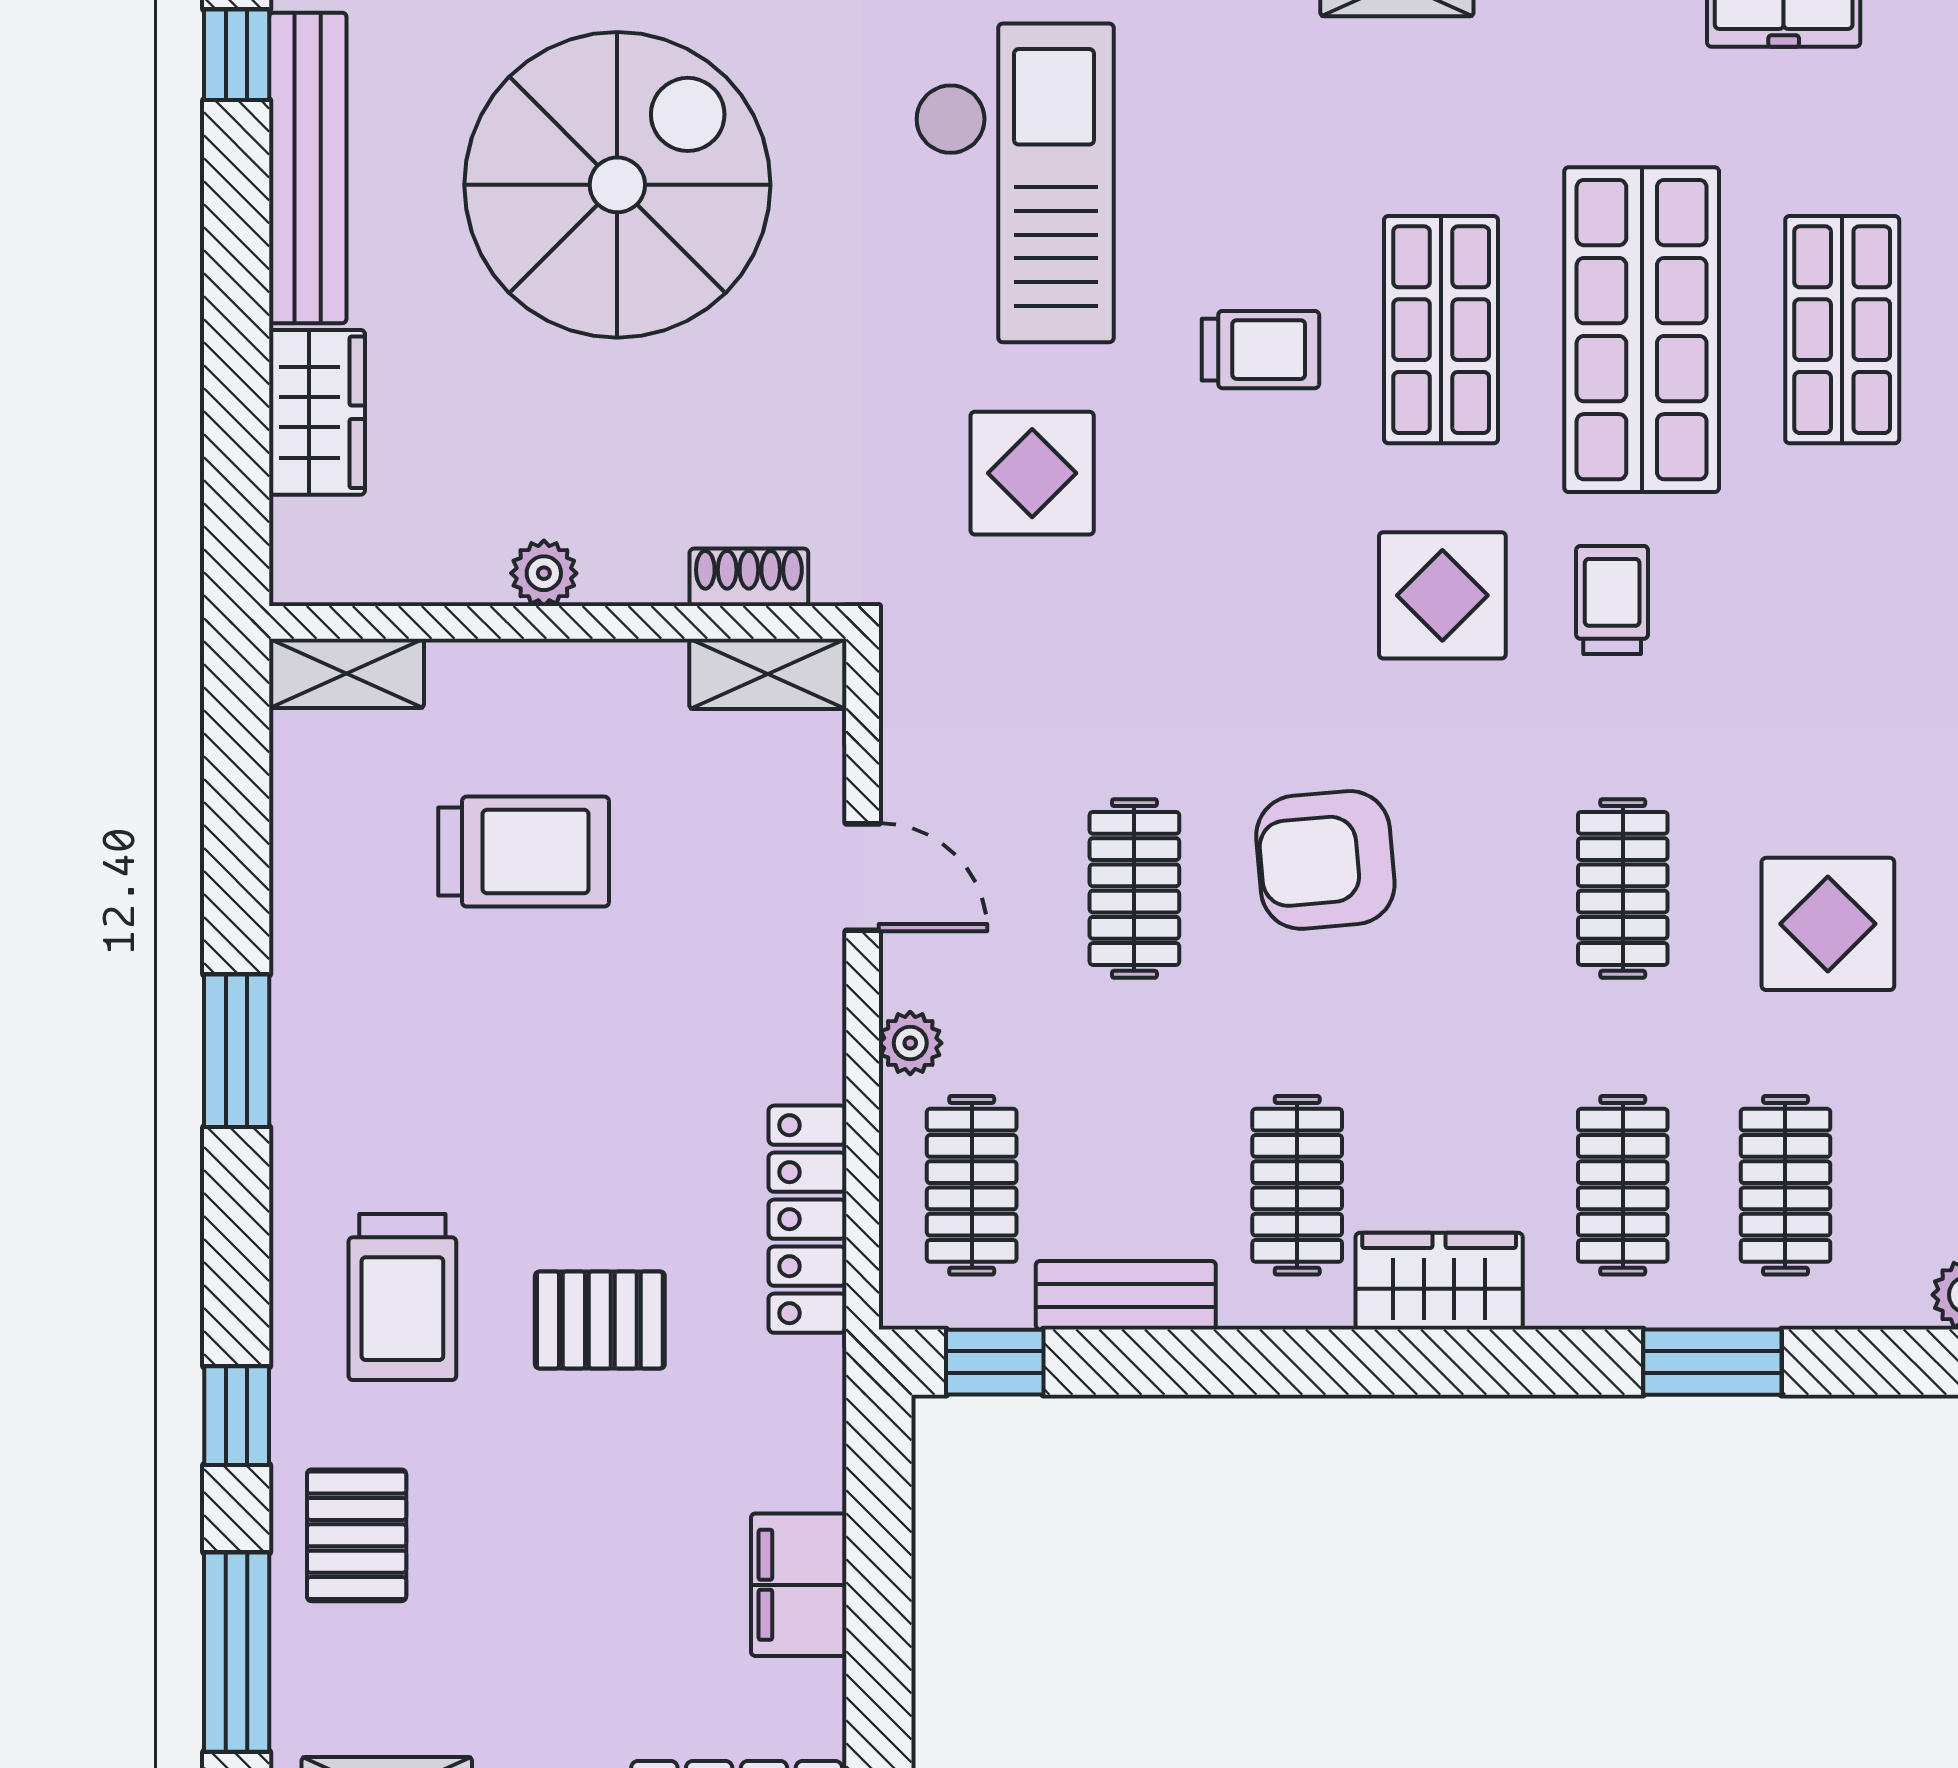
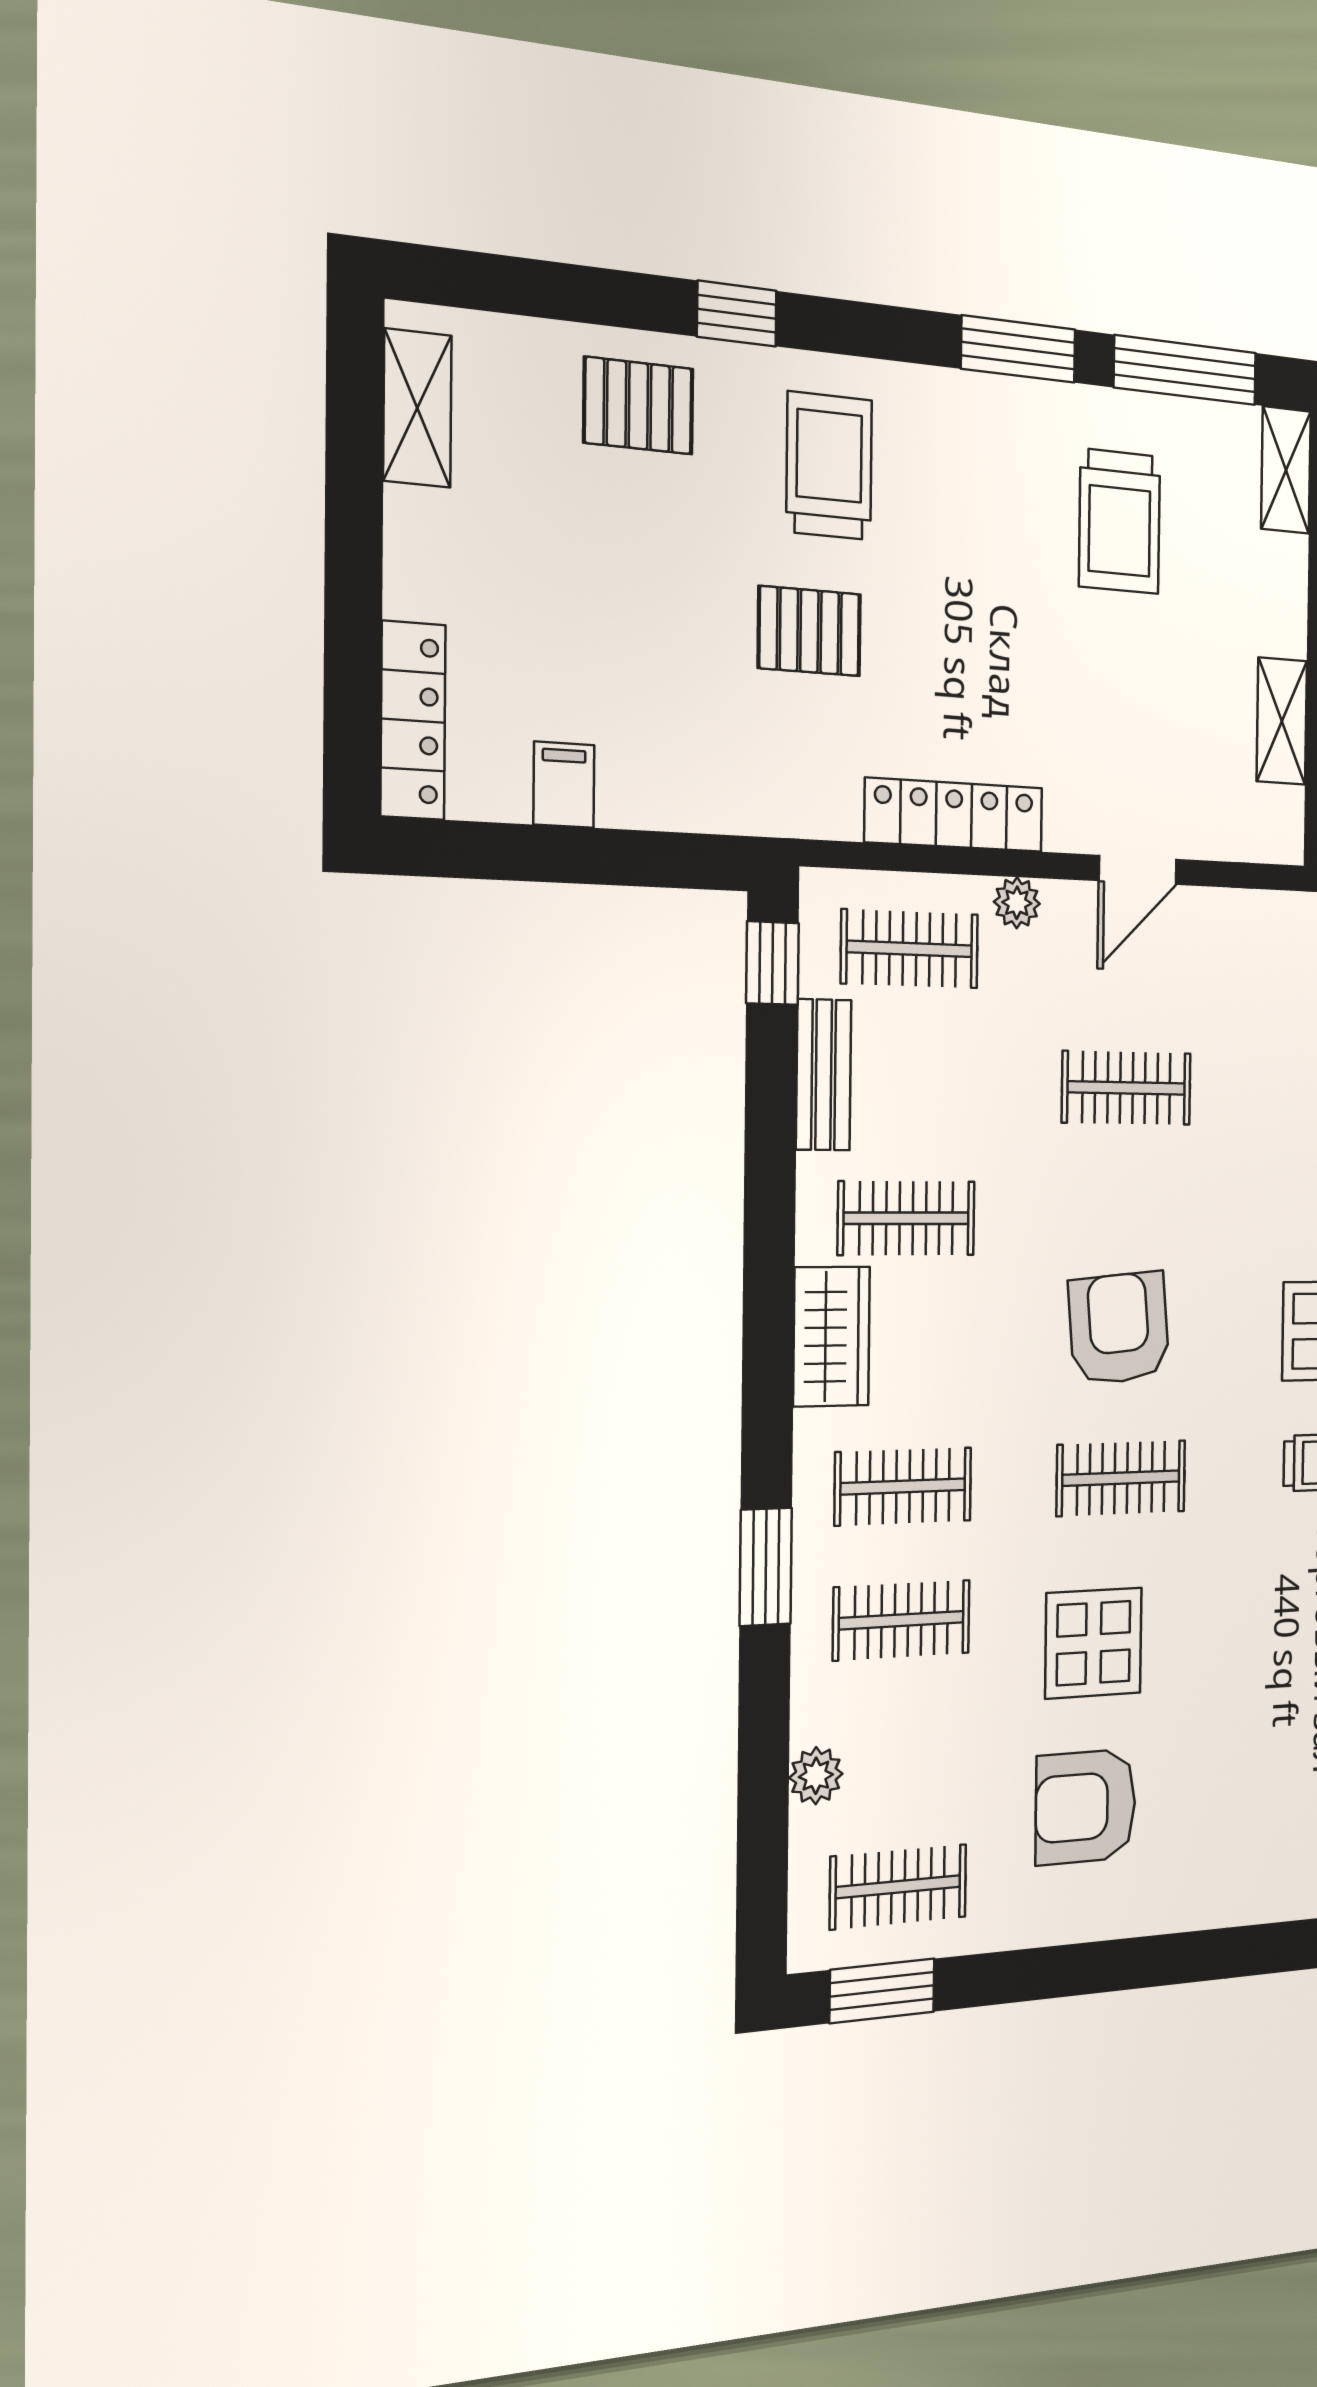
shelving: (768, 674) -> (1282, 721), moved
trolley: (524, 852) -> (1120, 521), moved
armchair: (1325, 860) -> (1119, 1328), moved
locker: (807, 1219) -> (954, 815), moved
trolley: (402, 1297) -> (829, 466), turned 90
pallet: (600, 1320) -> (809, 631), turned 90
filing cabinet: (799, 1585) -> (564, 785), width x0.50
window: (237, 1652) -> (1185, 370), moved

